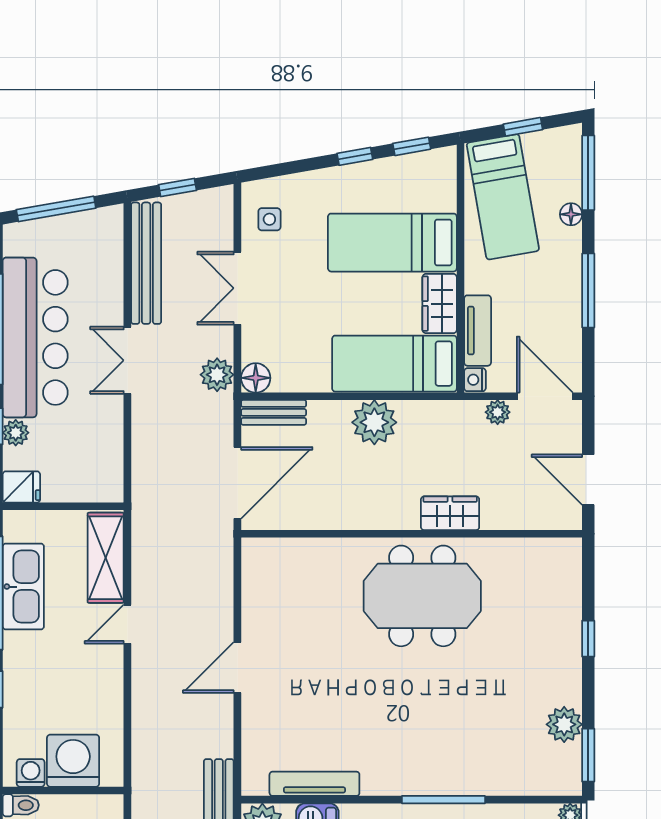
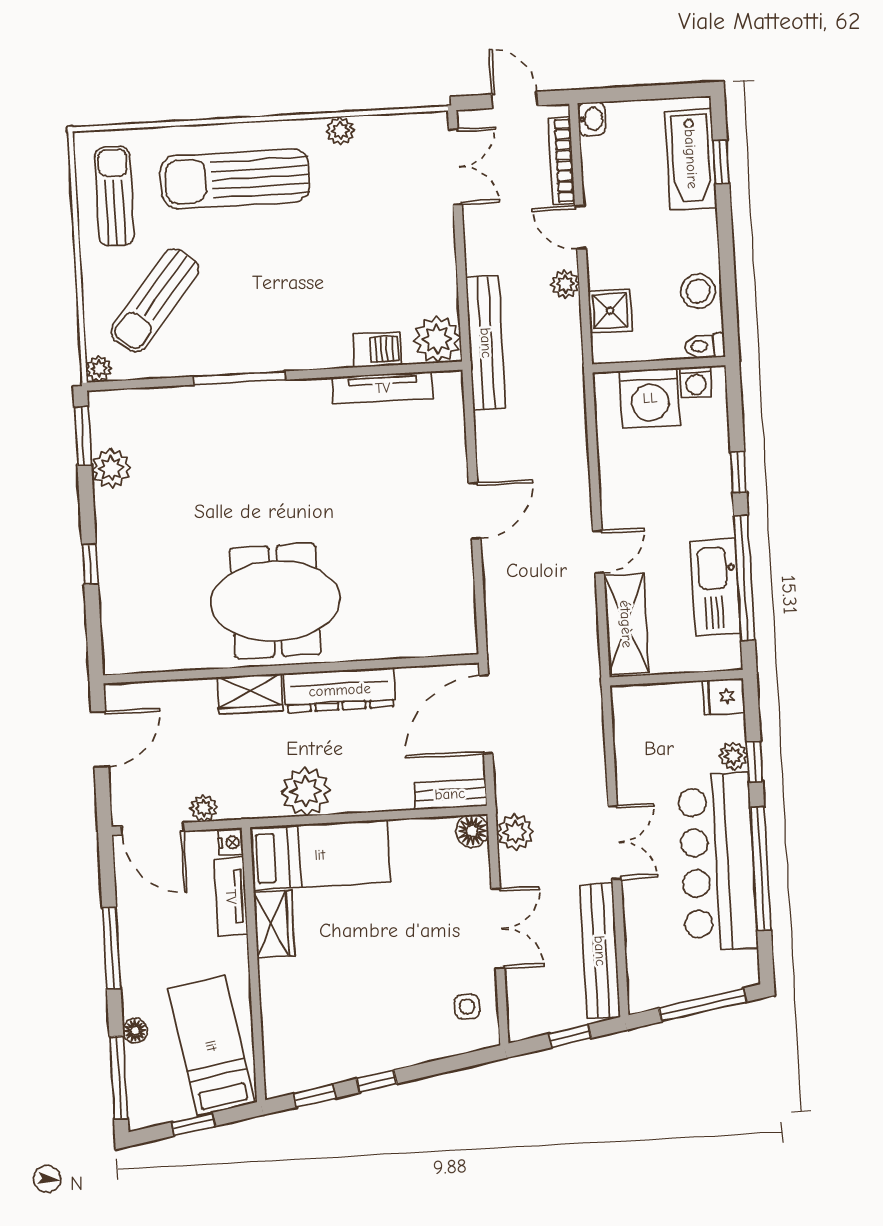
bed: (392, 243) -> (330, 989), removed
plant: (374, 422) -> (305, 791), moved
door: (588, 480) -> (100, 739), hinge flipped
dresser: (369, 512) -> (340, 690), added

